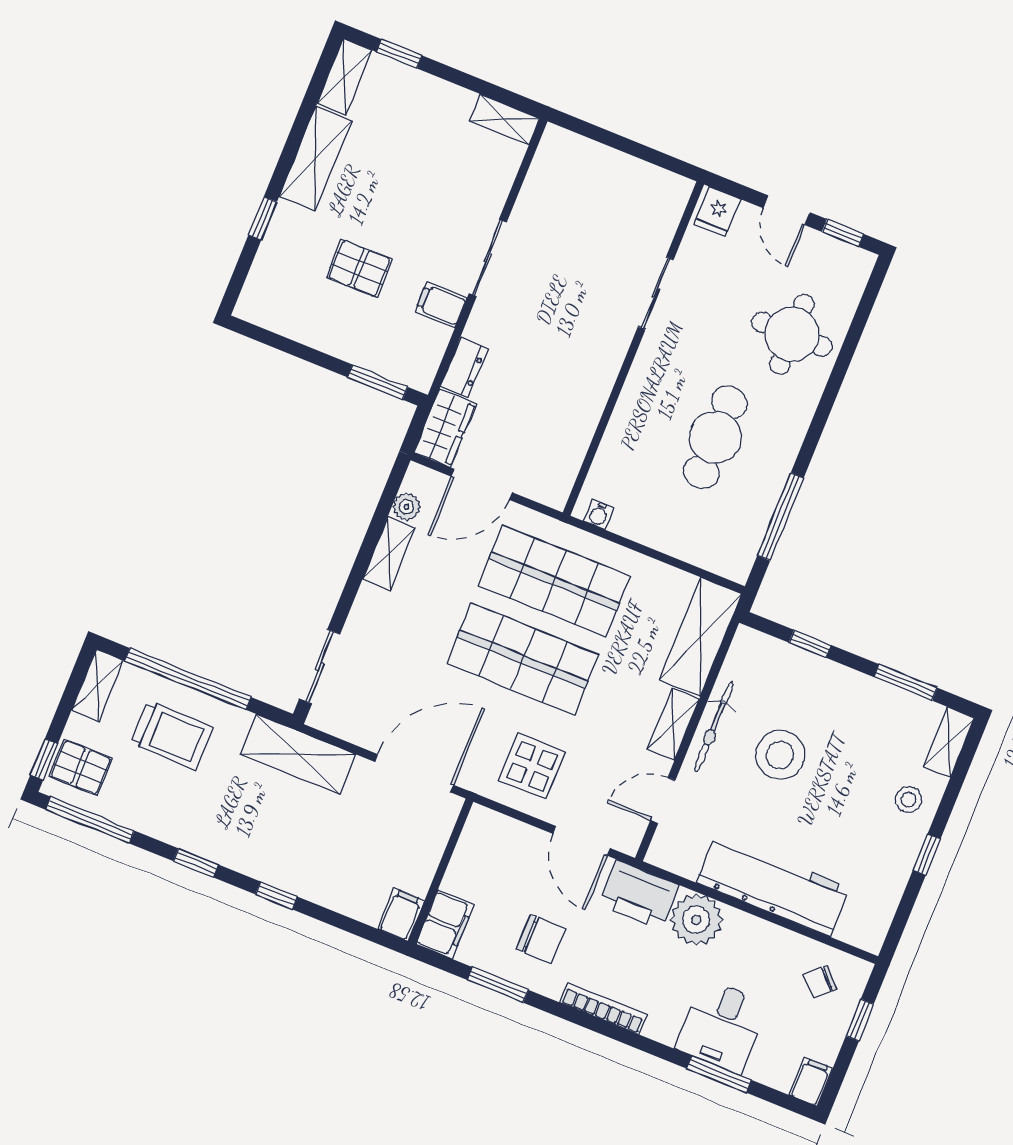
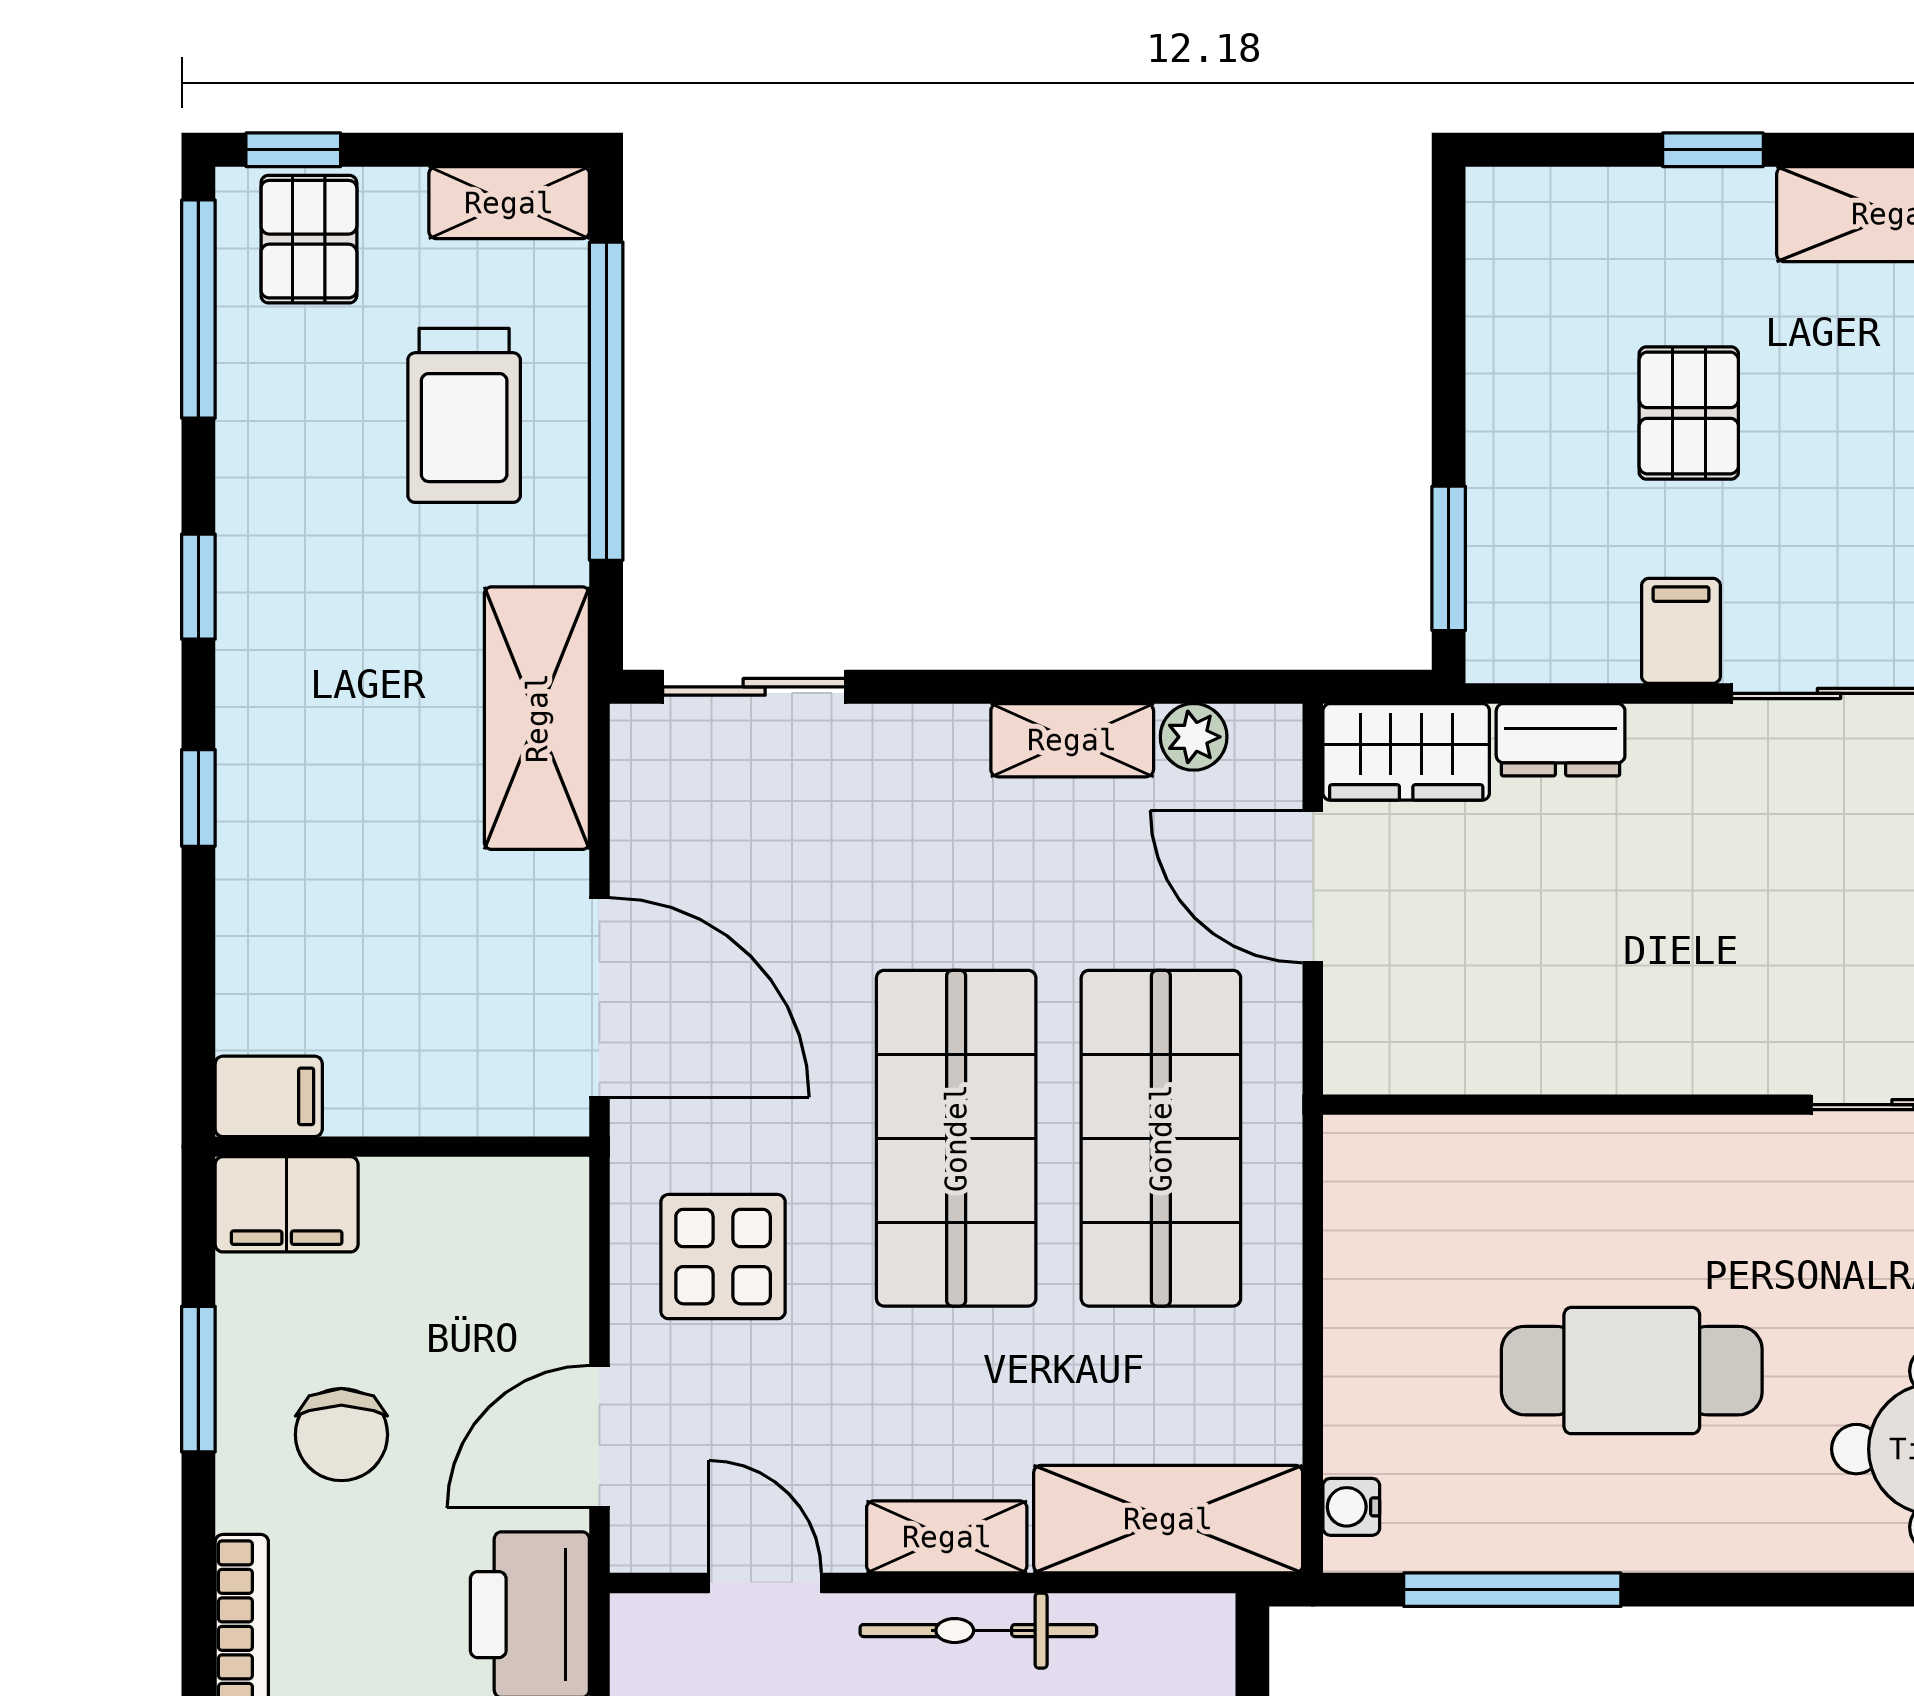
water cooler: (599, 515) -> (1351, 1507), moved

